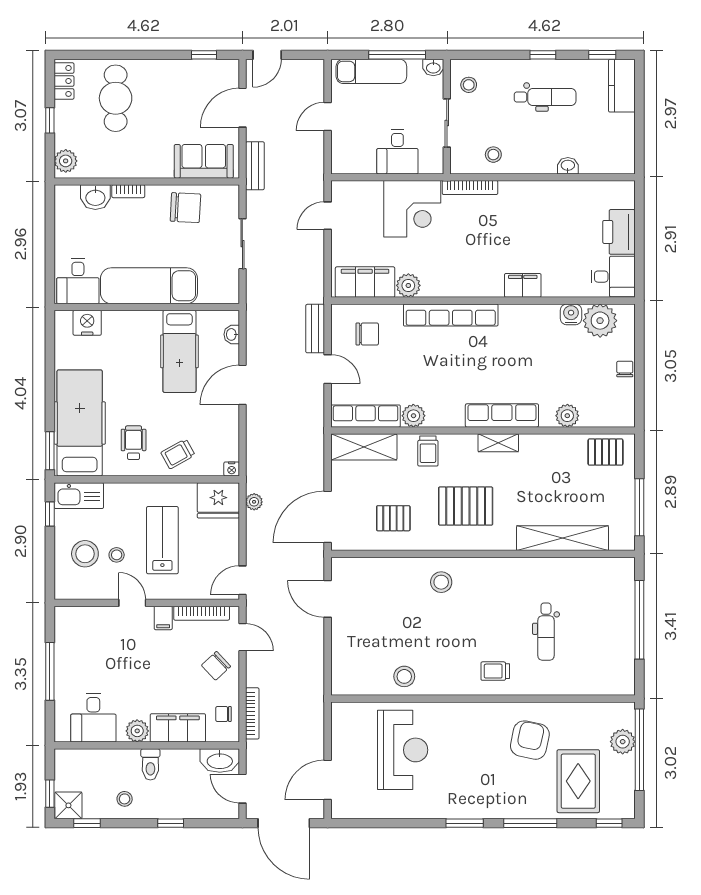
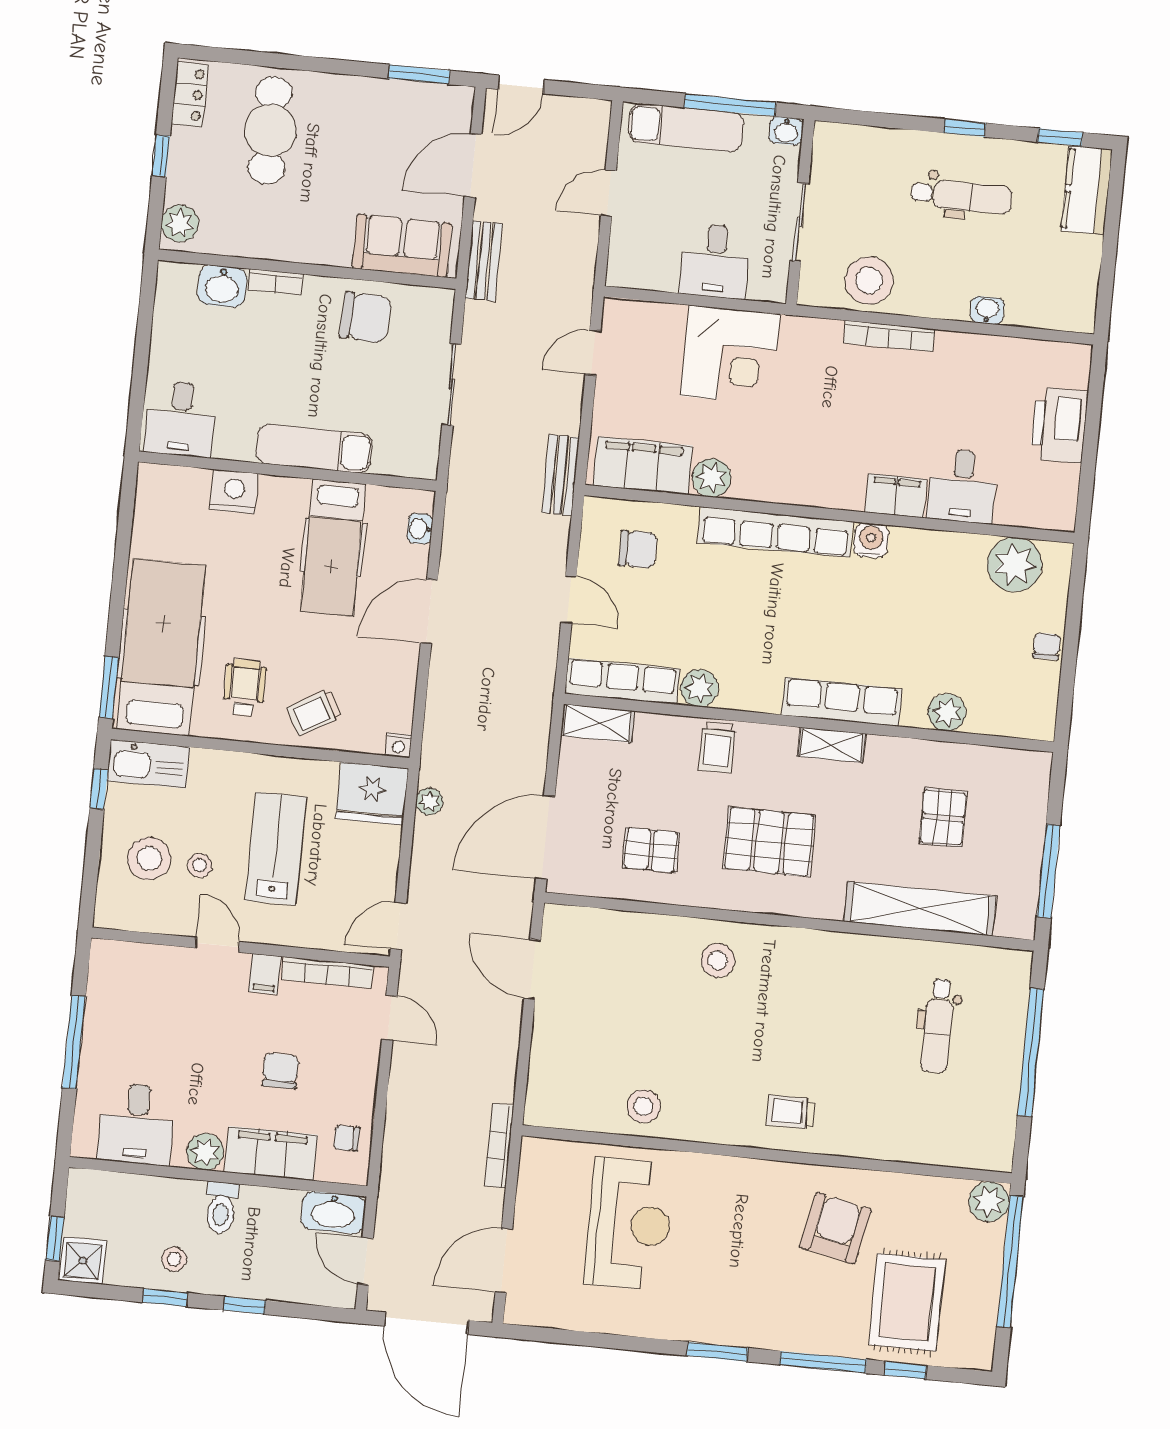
window: (204, 55) -> (419, 74), width x1.50
stool: (469, 85) -> (840, 164), removed
stool: (493, 155) -> (869, 281), width x1.89, depth x1.89
bookcase: (470, 187) -> (889, 336), moved
desk: (613, 277) -> (962, 486), moved, turned 90
exam couch: (149, 286) -> (314, 448), width x0.73, depth x0.69
water cooler: (571, 314) -> (871, 540), moved
nightstand: (87, 323) -> (234, 492), moved
bench: (315, 329) -> (561, 475), moved
shelving: (364, 447) -> (597, 723), width x0.67, depth x0.75
pallet: (605, 452) -> (943, 818), moved, turned 90
dental chair: (546, 632) -> (938, 1026), moved
chair: (216, 666) -> (280, 1071), moved, turned 133
bookcase: (252, 713) -> (499, 1146), moved, turned 180
plant: (623, 742) -> (989, 1202), moved
window: (87, 823) -> (165, 1298), moved
window: (609, 823) -> (905, 1370), moved

